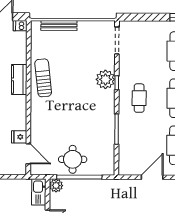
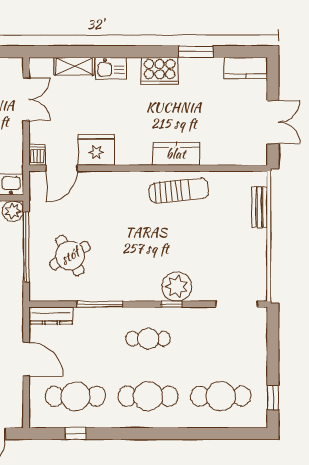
dishwasher: (20, 26) -> (37, 155), moved
bench: (59, 26) -> (260, 207), width x0.73
fridge: (19, 137) -> (96, 150), width x1.88, depth x1.34
round table: (73, 159) -> (70, 256), moved, turned -30
dresser: (124, 161) -> (51, 316), added

